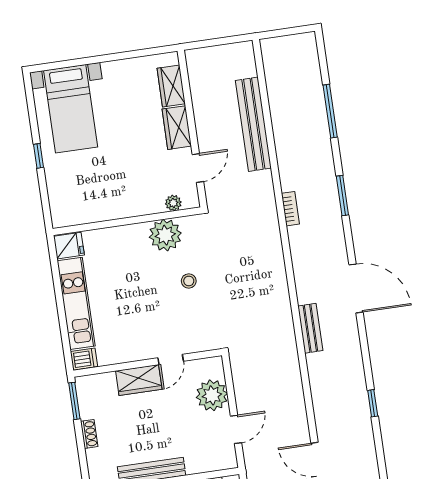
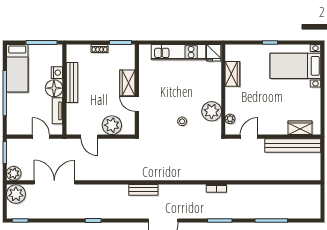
bench: (253, 124) -> (293, 145), moved
wardrobe: (177, 128) -> (232, 74), moved, turned 90
door: (198, 168) -> (249, 137), swing flipped
dishwasher: (84, 359) -> (145, 52), removed

